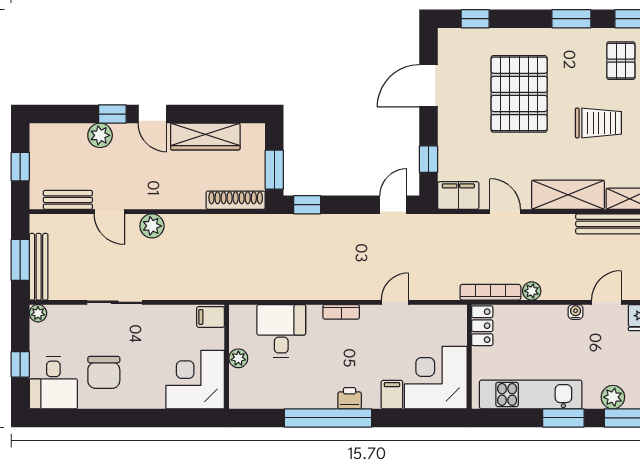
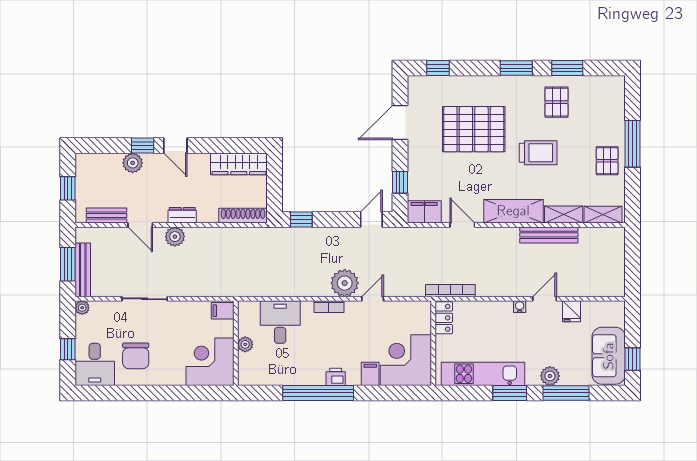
pallet: (519, 94) -> (474, 129), turned 90
wardrobe: (205, 137) -> (239, 164), moved
window: (274, 170) -> (274, 191), removed
dresser: (161, 200) -> (182, 215), added
plant: (532, 291) -> (345, 283), moved, width x1.87, depth x1.87

